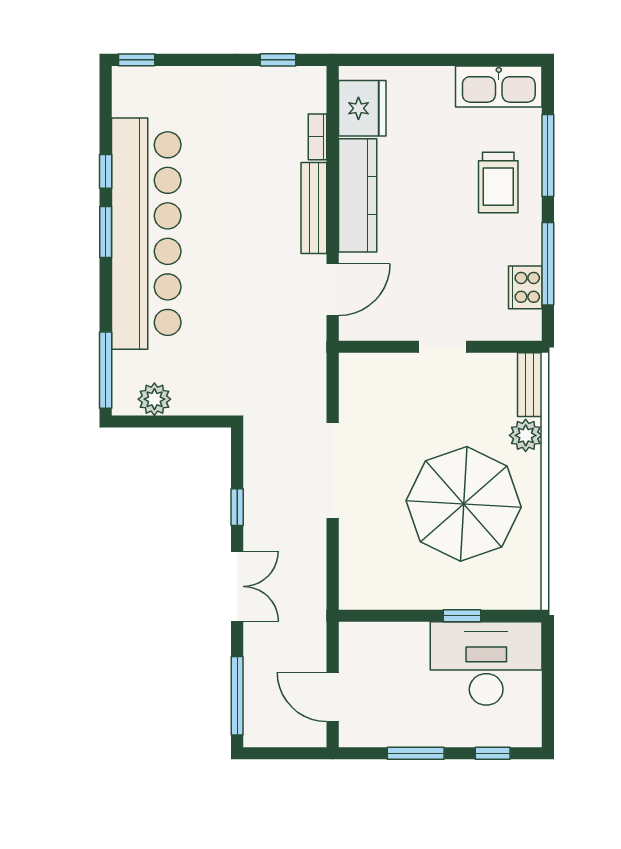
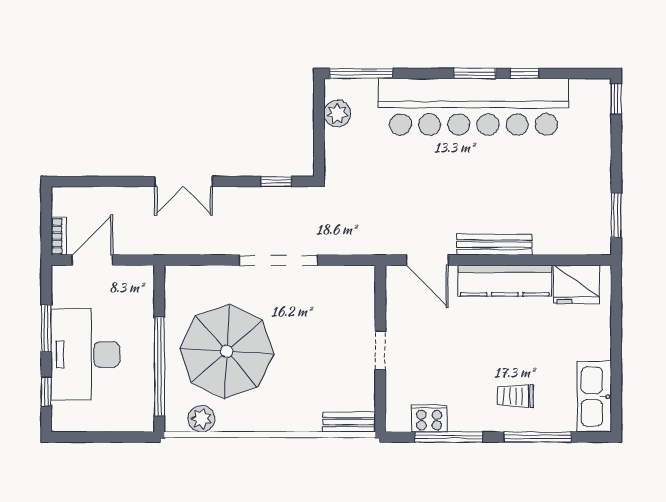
window: (278, 60) -> (616, 215), width x1.50
bookcase: (318, 137) -> (59, 236), moved, turned 90
trolley: (498, 182) -> (515, 396), width x0.73, depth x0.72
plant: (526, 435) -> (201, 419), moved
parasol: (464, 504) -> (227, 351), moved
window: (237, 507) -> (276, 182), moved
window: (462, 616) -> (159, 366), width x3.17
desk: (486, 663) -> (86, 355), moved, turned 180
window: (237, 696) -> (93, 182), removed

